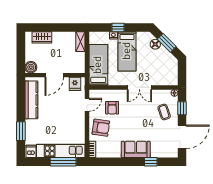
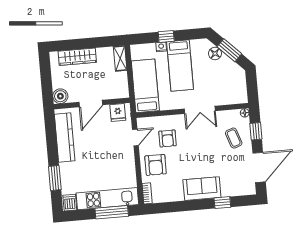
wardrobe: (42, 37) -> (77, 57), width x1.50
armchair: (101, 128) -> (156, 165), turned 82

